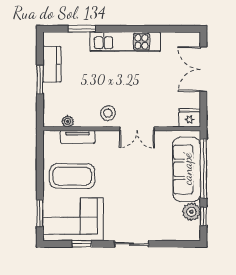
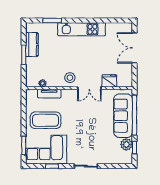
fridge: (190, 118) -> (109, 81), moved

